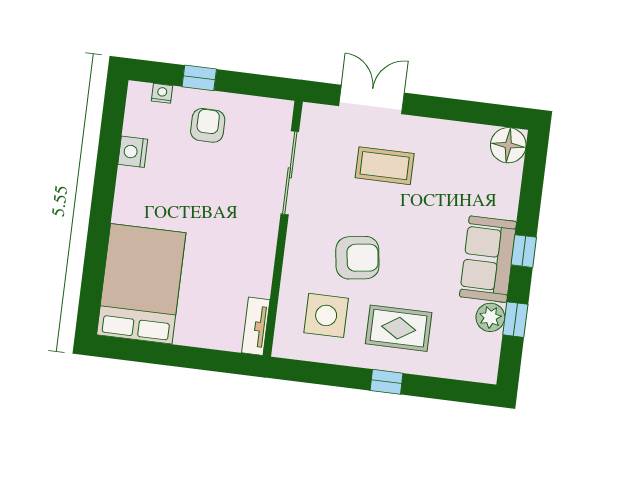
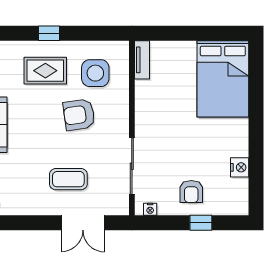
nightstand: (162, 93) -> (150, 209), moved

